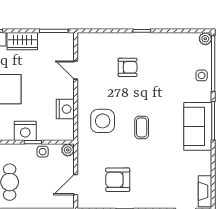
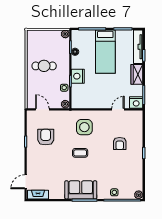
nightstand: (65, 109) -> (136, 102), moved

